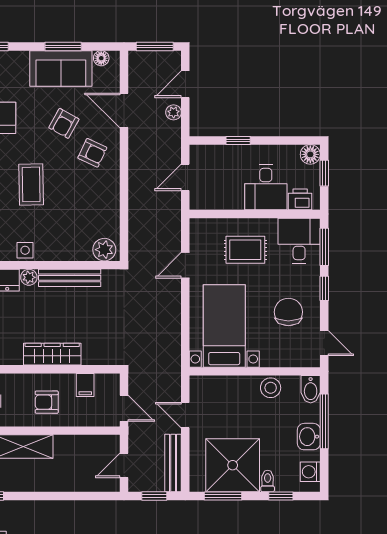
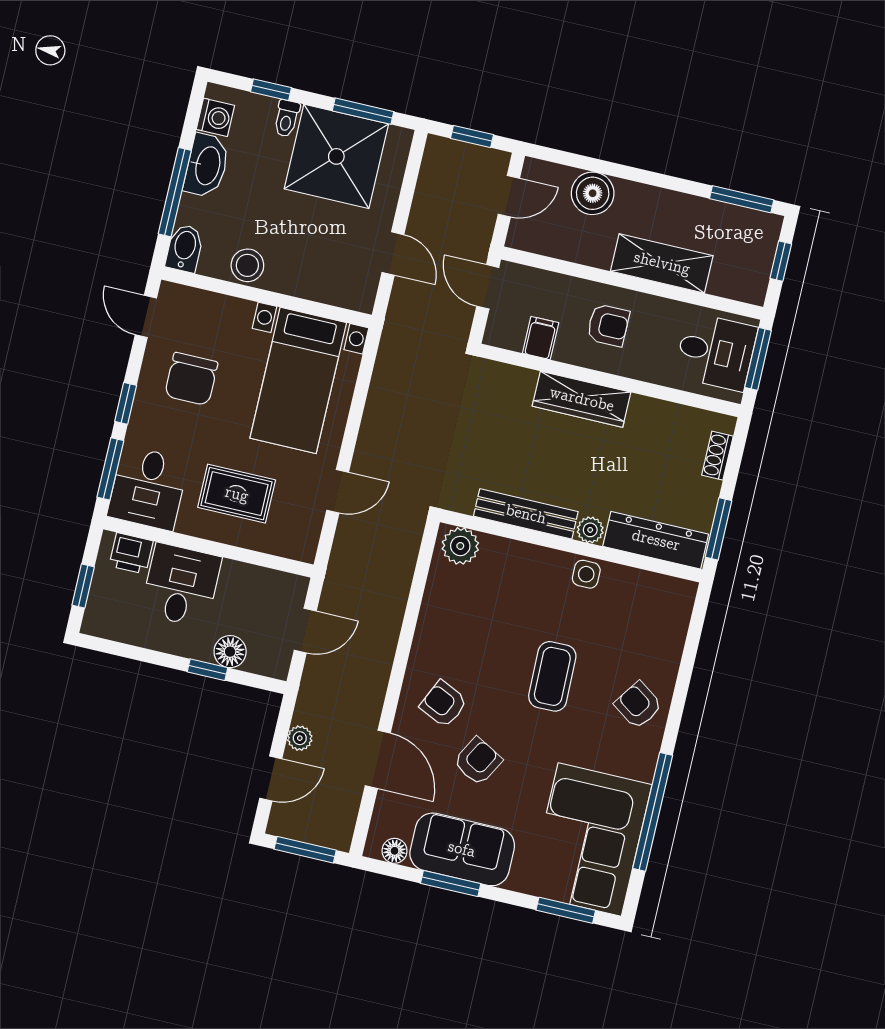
floor lamp: (310, 154) -> (230, 652), moved
washbasin: (309, 437) -> (207, 166), width x1.38
bench: (173, 463) -> (430, 182), removed
boiler: (74, 479) -> (593, 193), added

